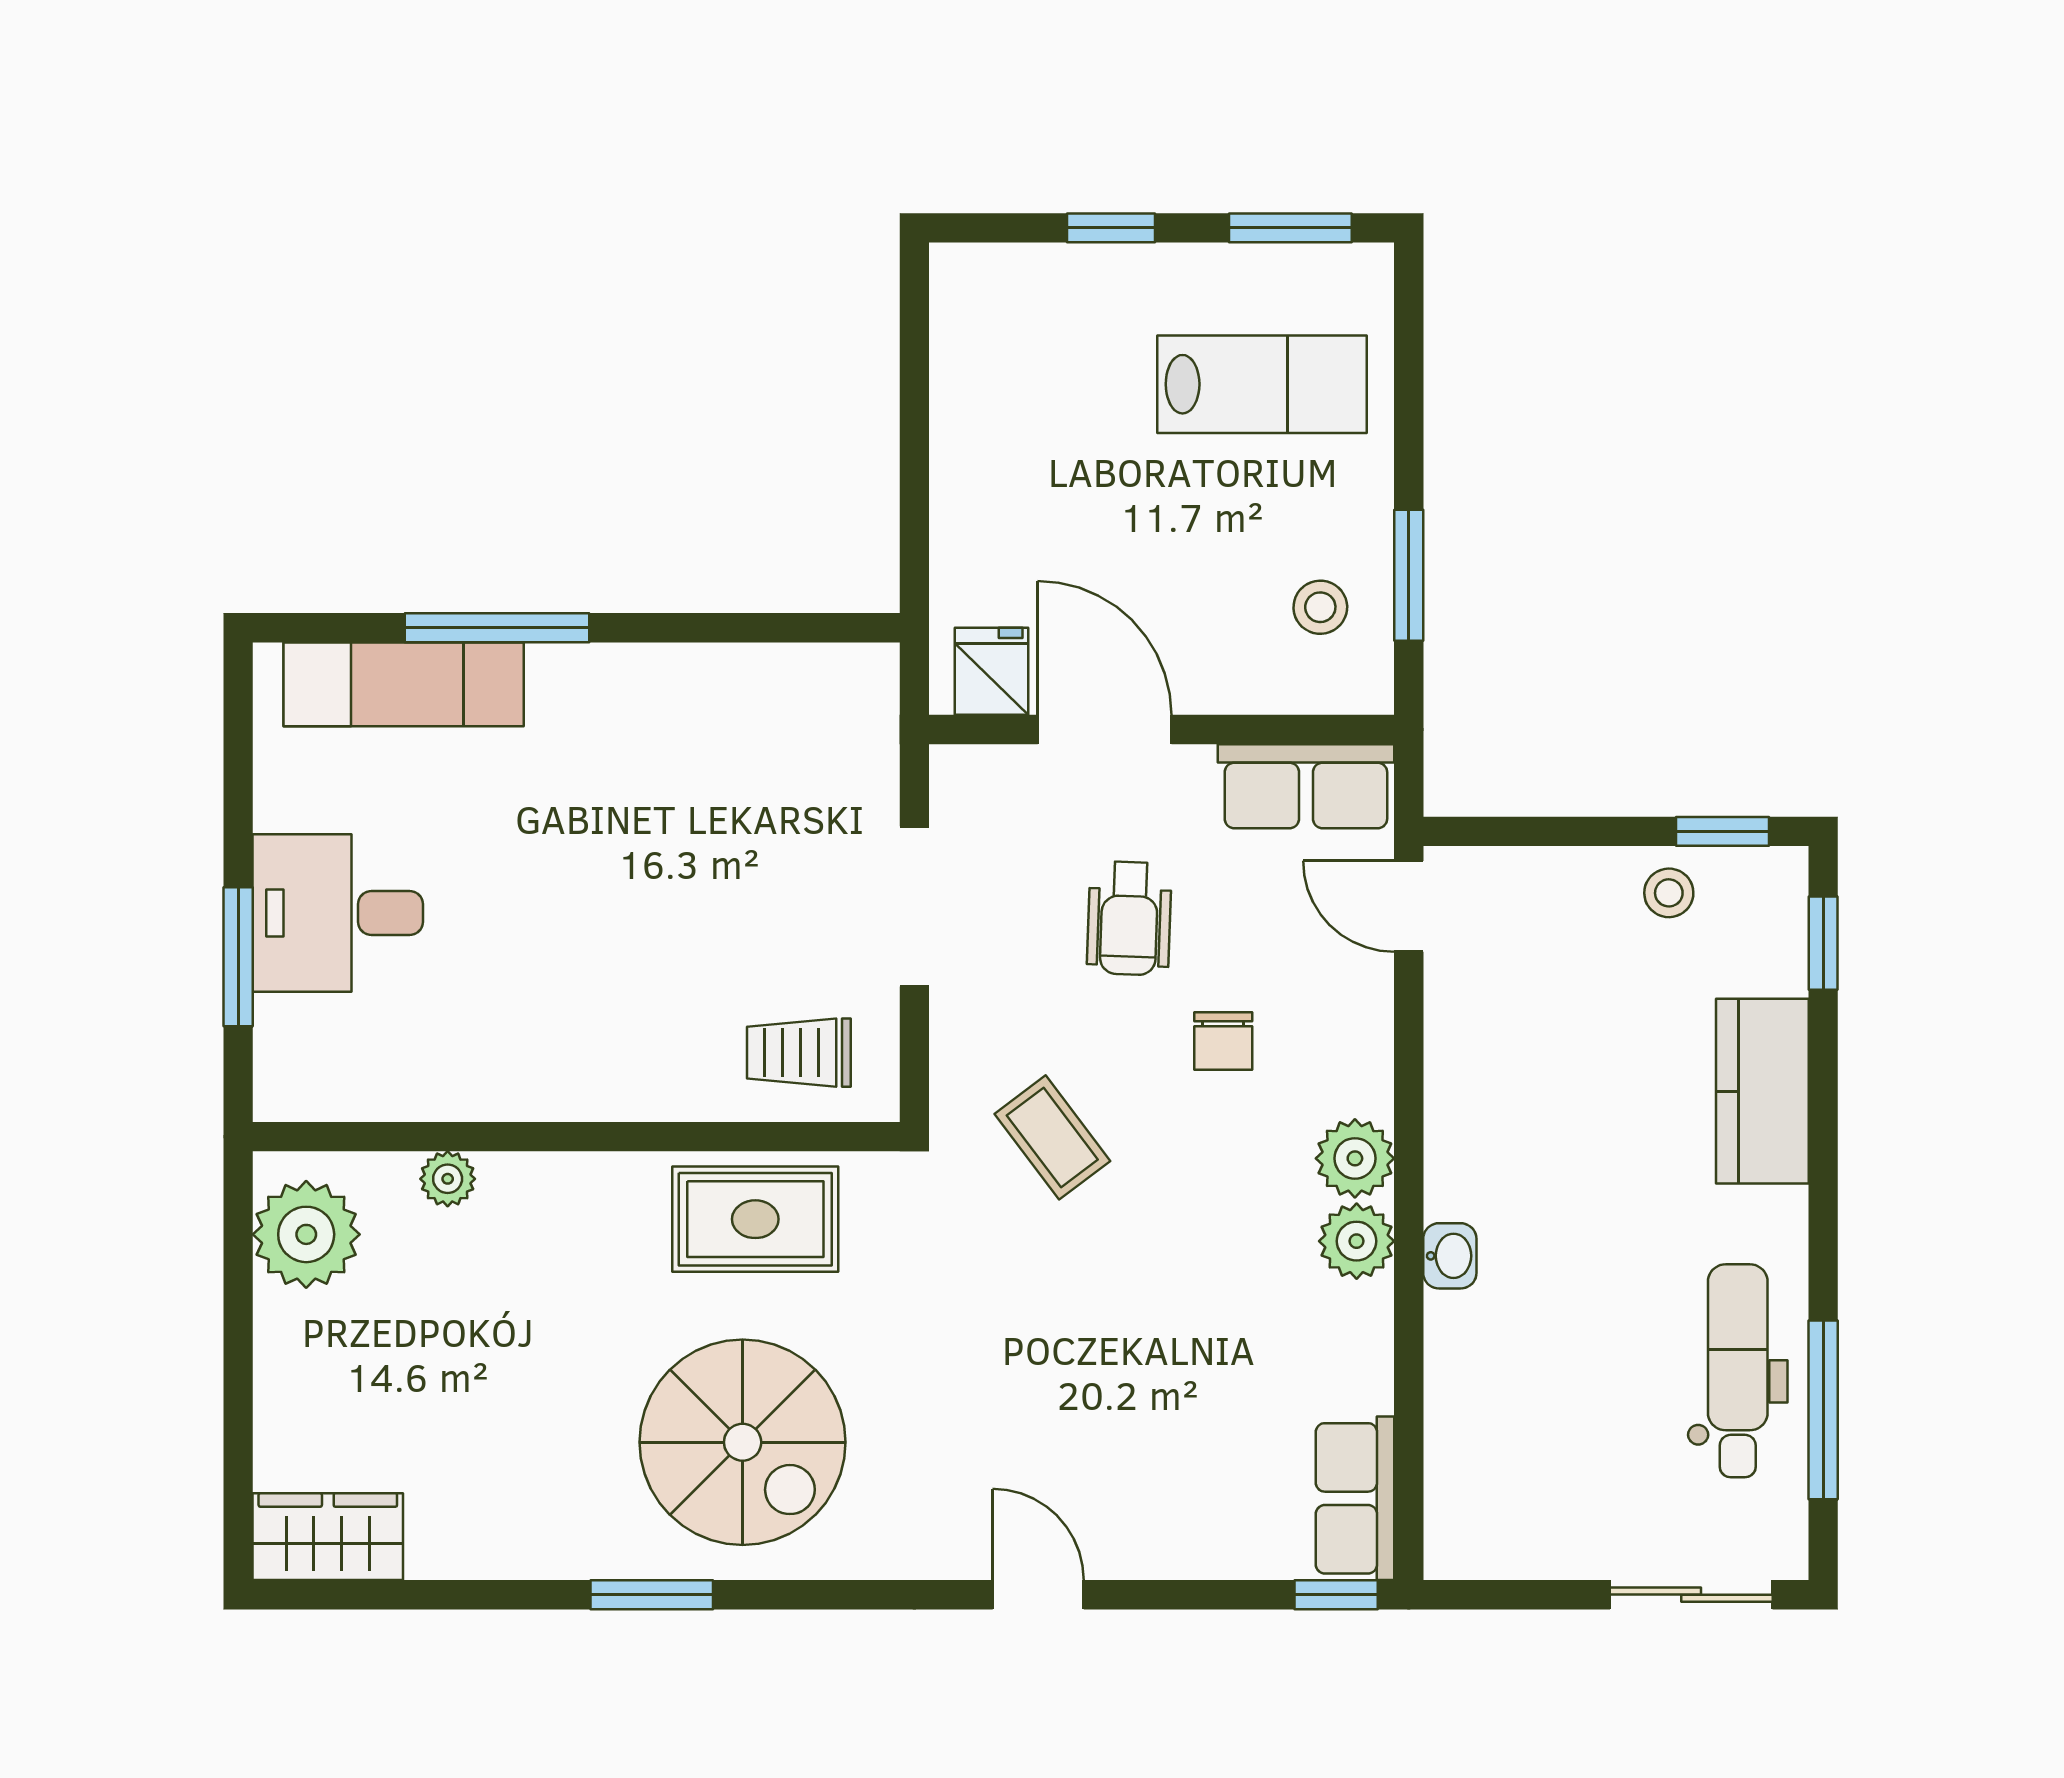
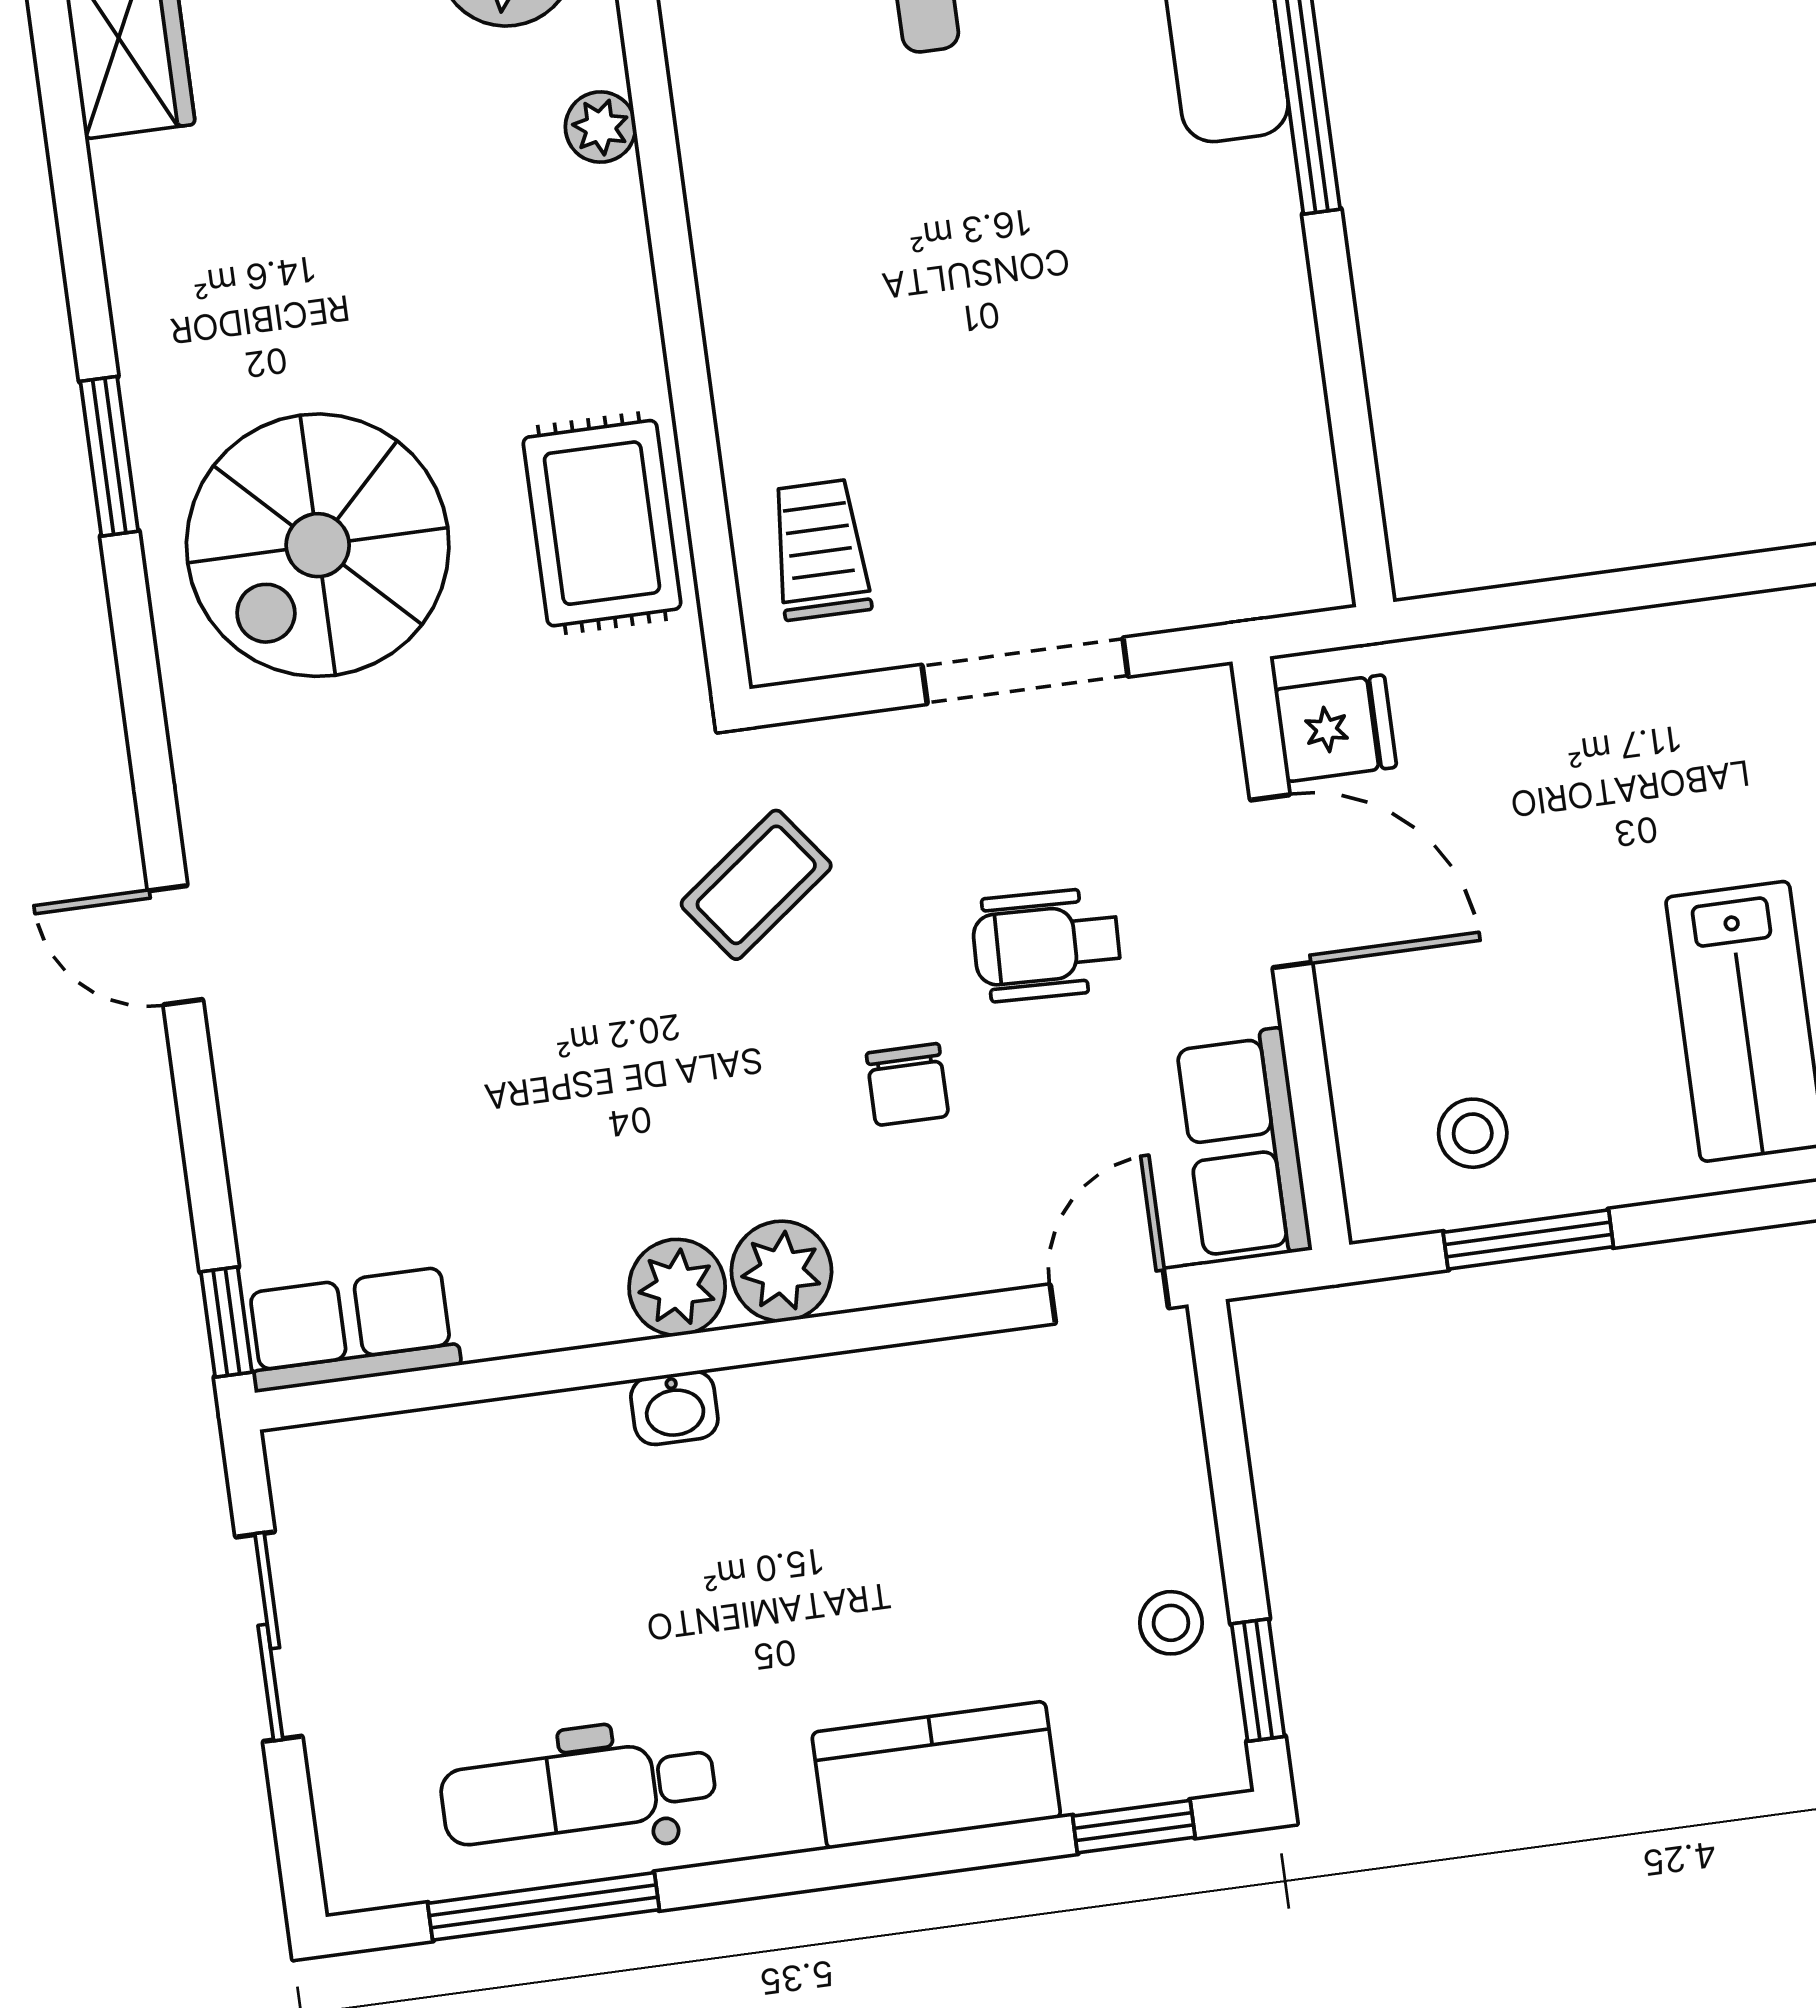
door: (1105, 730) -> (1281, 881), hinge flipped
chair: (1223, 1041) -> (907, 1085), turned -90
dental chair: (1738, 1371) -> (578, 1792), turned 180
door: (1038, 1595) -> (175, 945), swing flipped
sliding door: (1691, 1595) -> (269, 1637), moved

